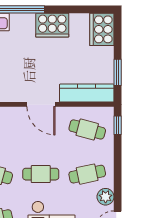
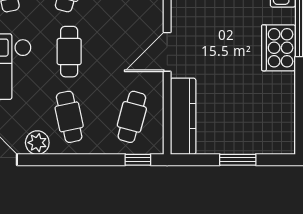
cooker: (52, 25) -> (279, 48), moved
cooker: (102, 29) -> (273, 137), removed
window: (118, 72) -> (238, 160), moved

